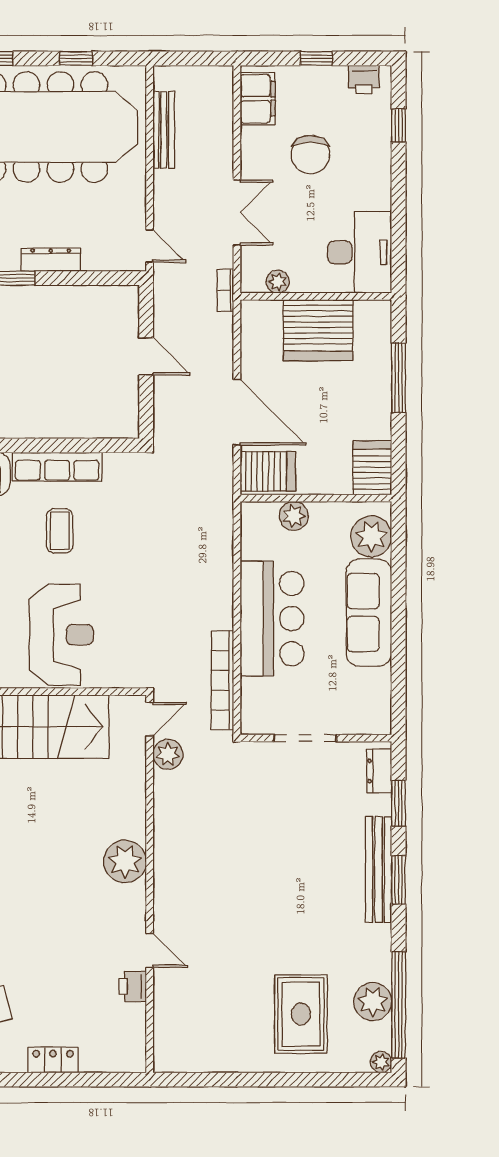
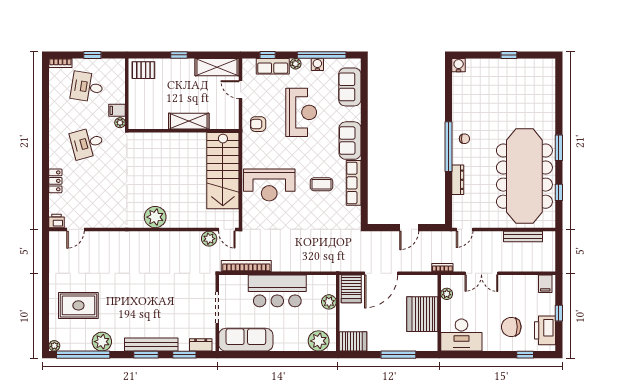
printer: (364, 79) -> (545, 330), width x1.87, depth x1.48
filing cabinet: (258, 99) -> (545, 284), width x0.50
chair: (310, 154) -> (511, 327), moved
sofa: (369, 613) -> (246, 340), moved
door: (150, 950) -> (75, 229), moved
printer: (133, 986) -> (57, 221), moved
plant: (373, 1002) -> (102, 342), moved

